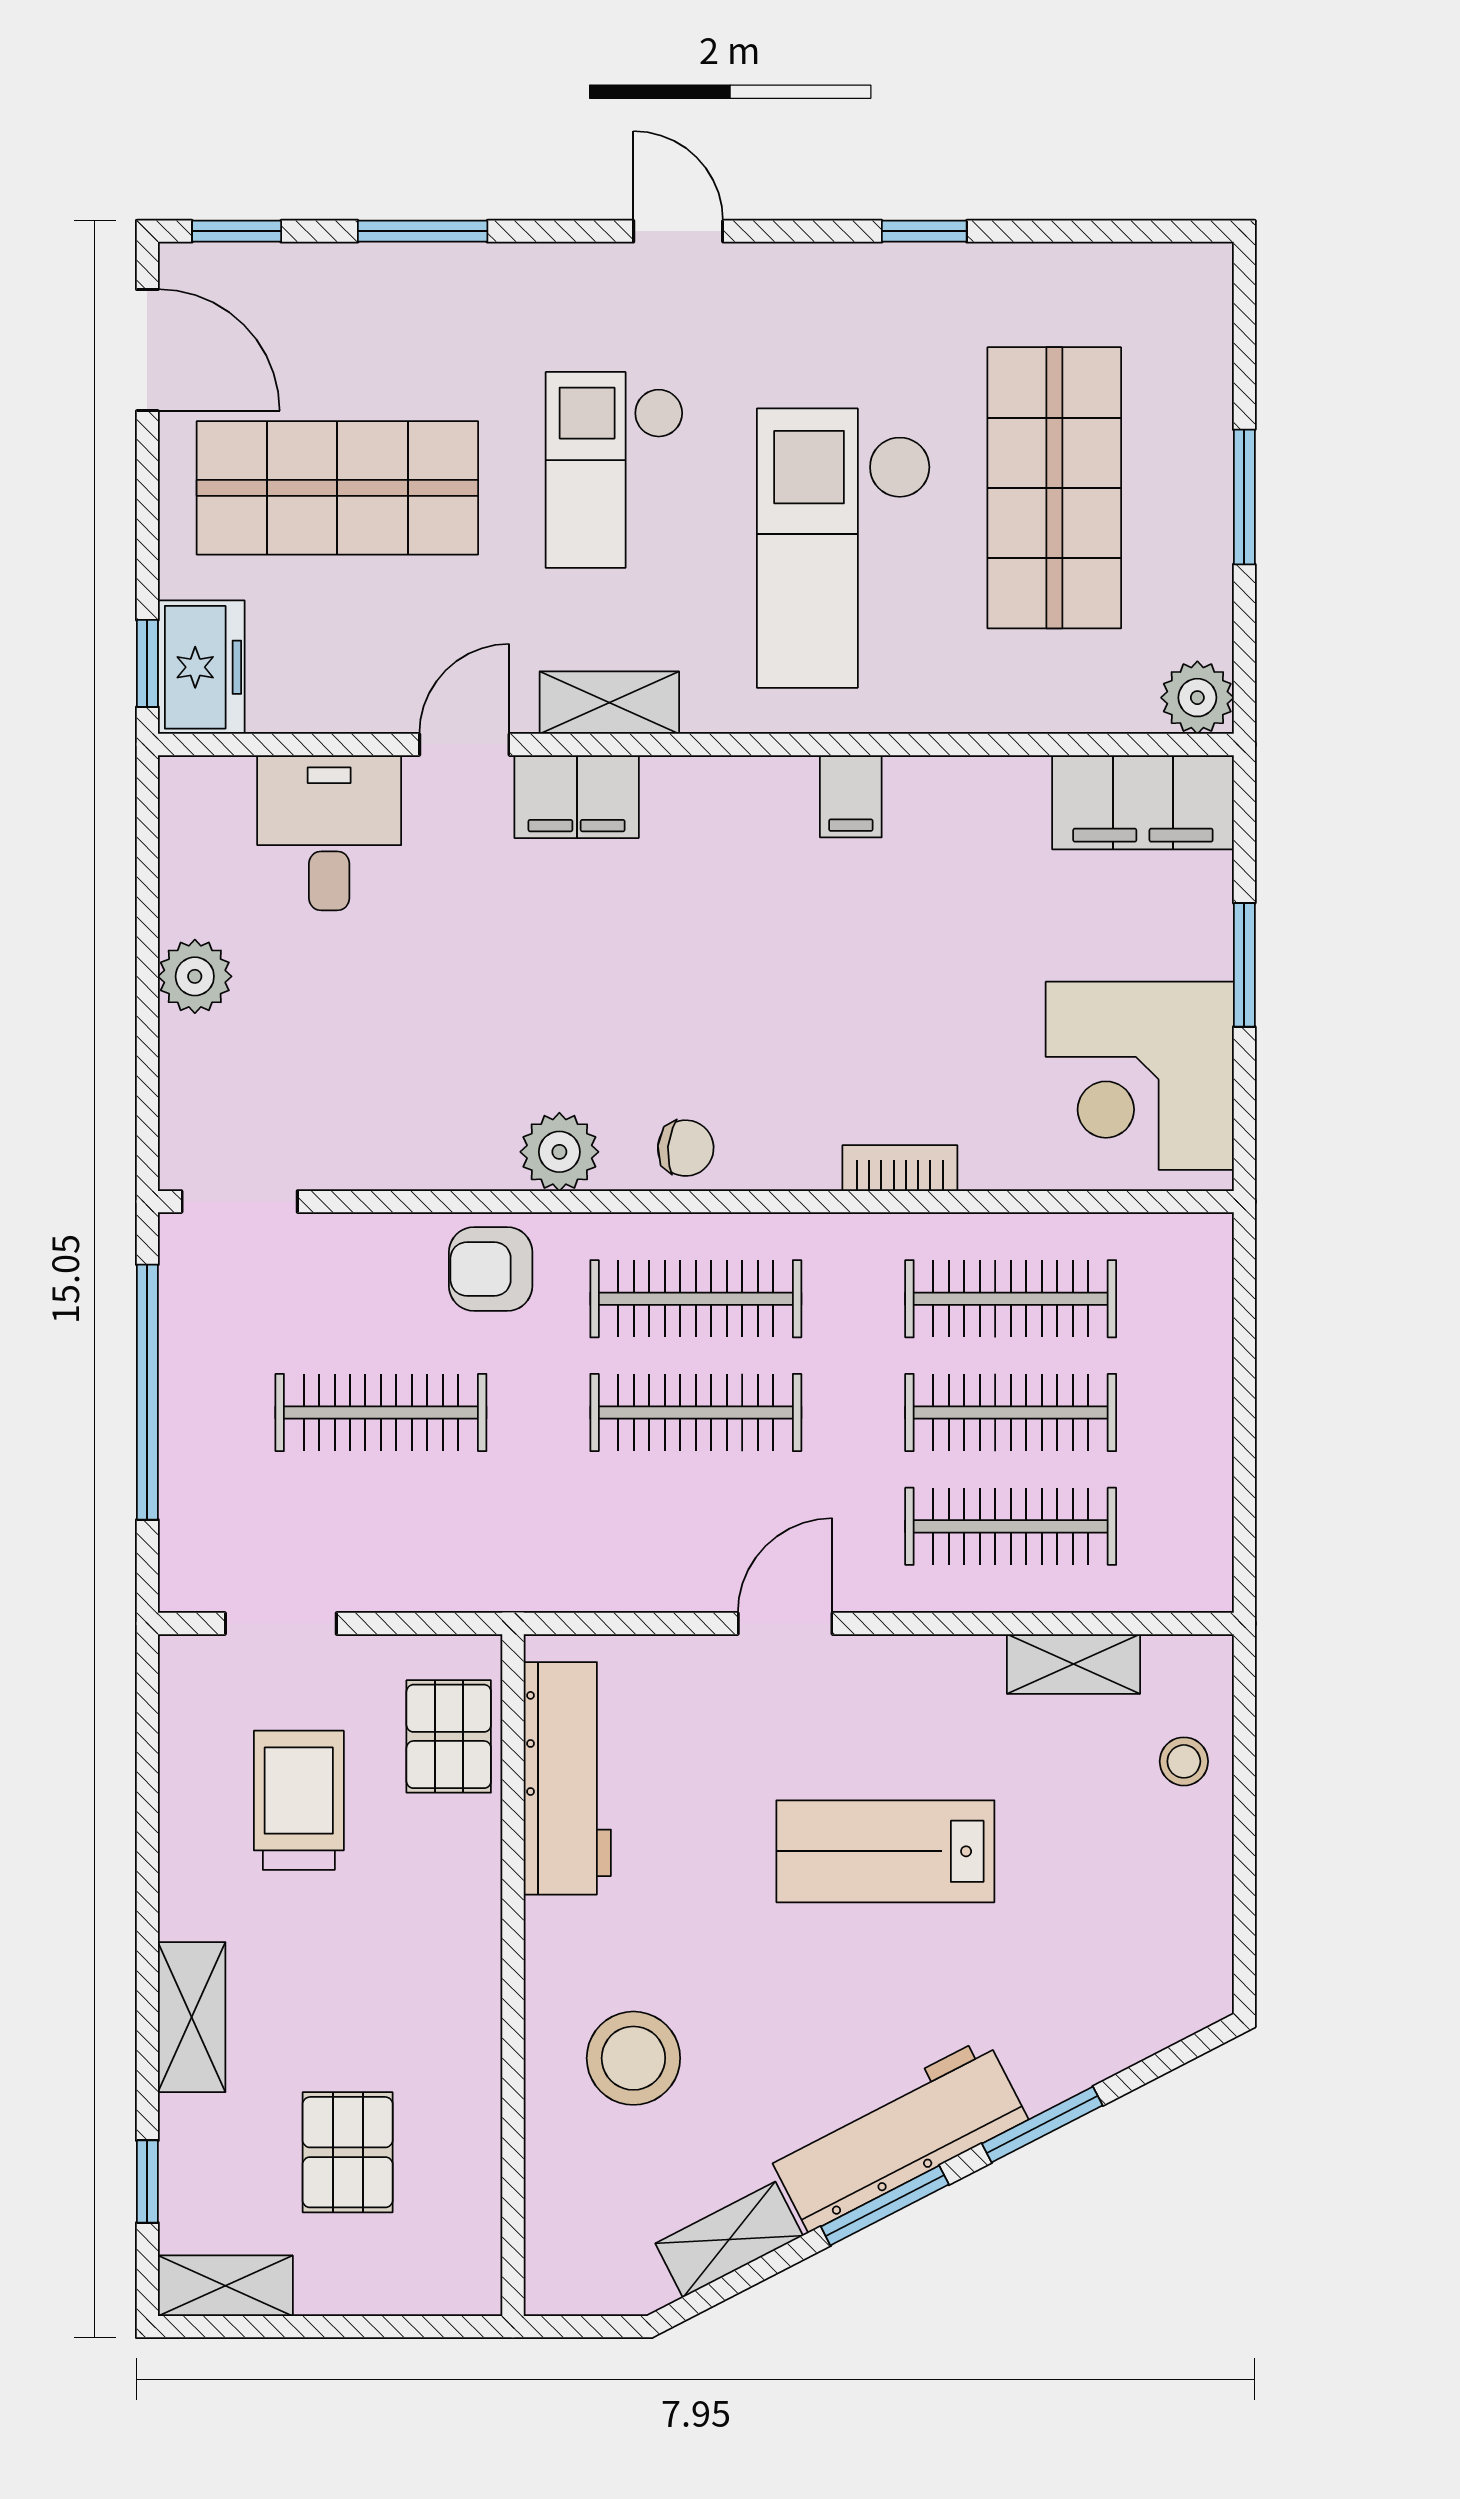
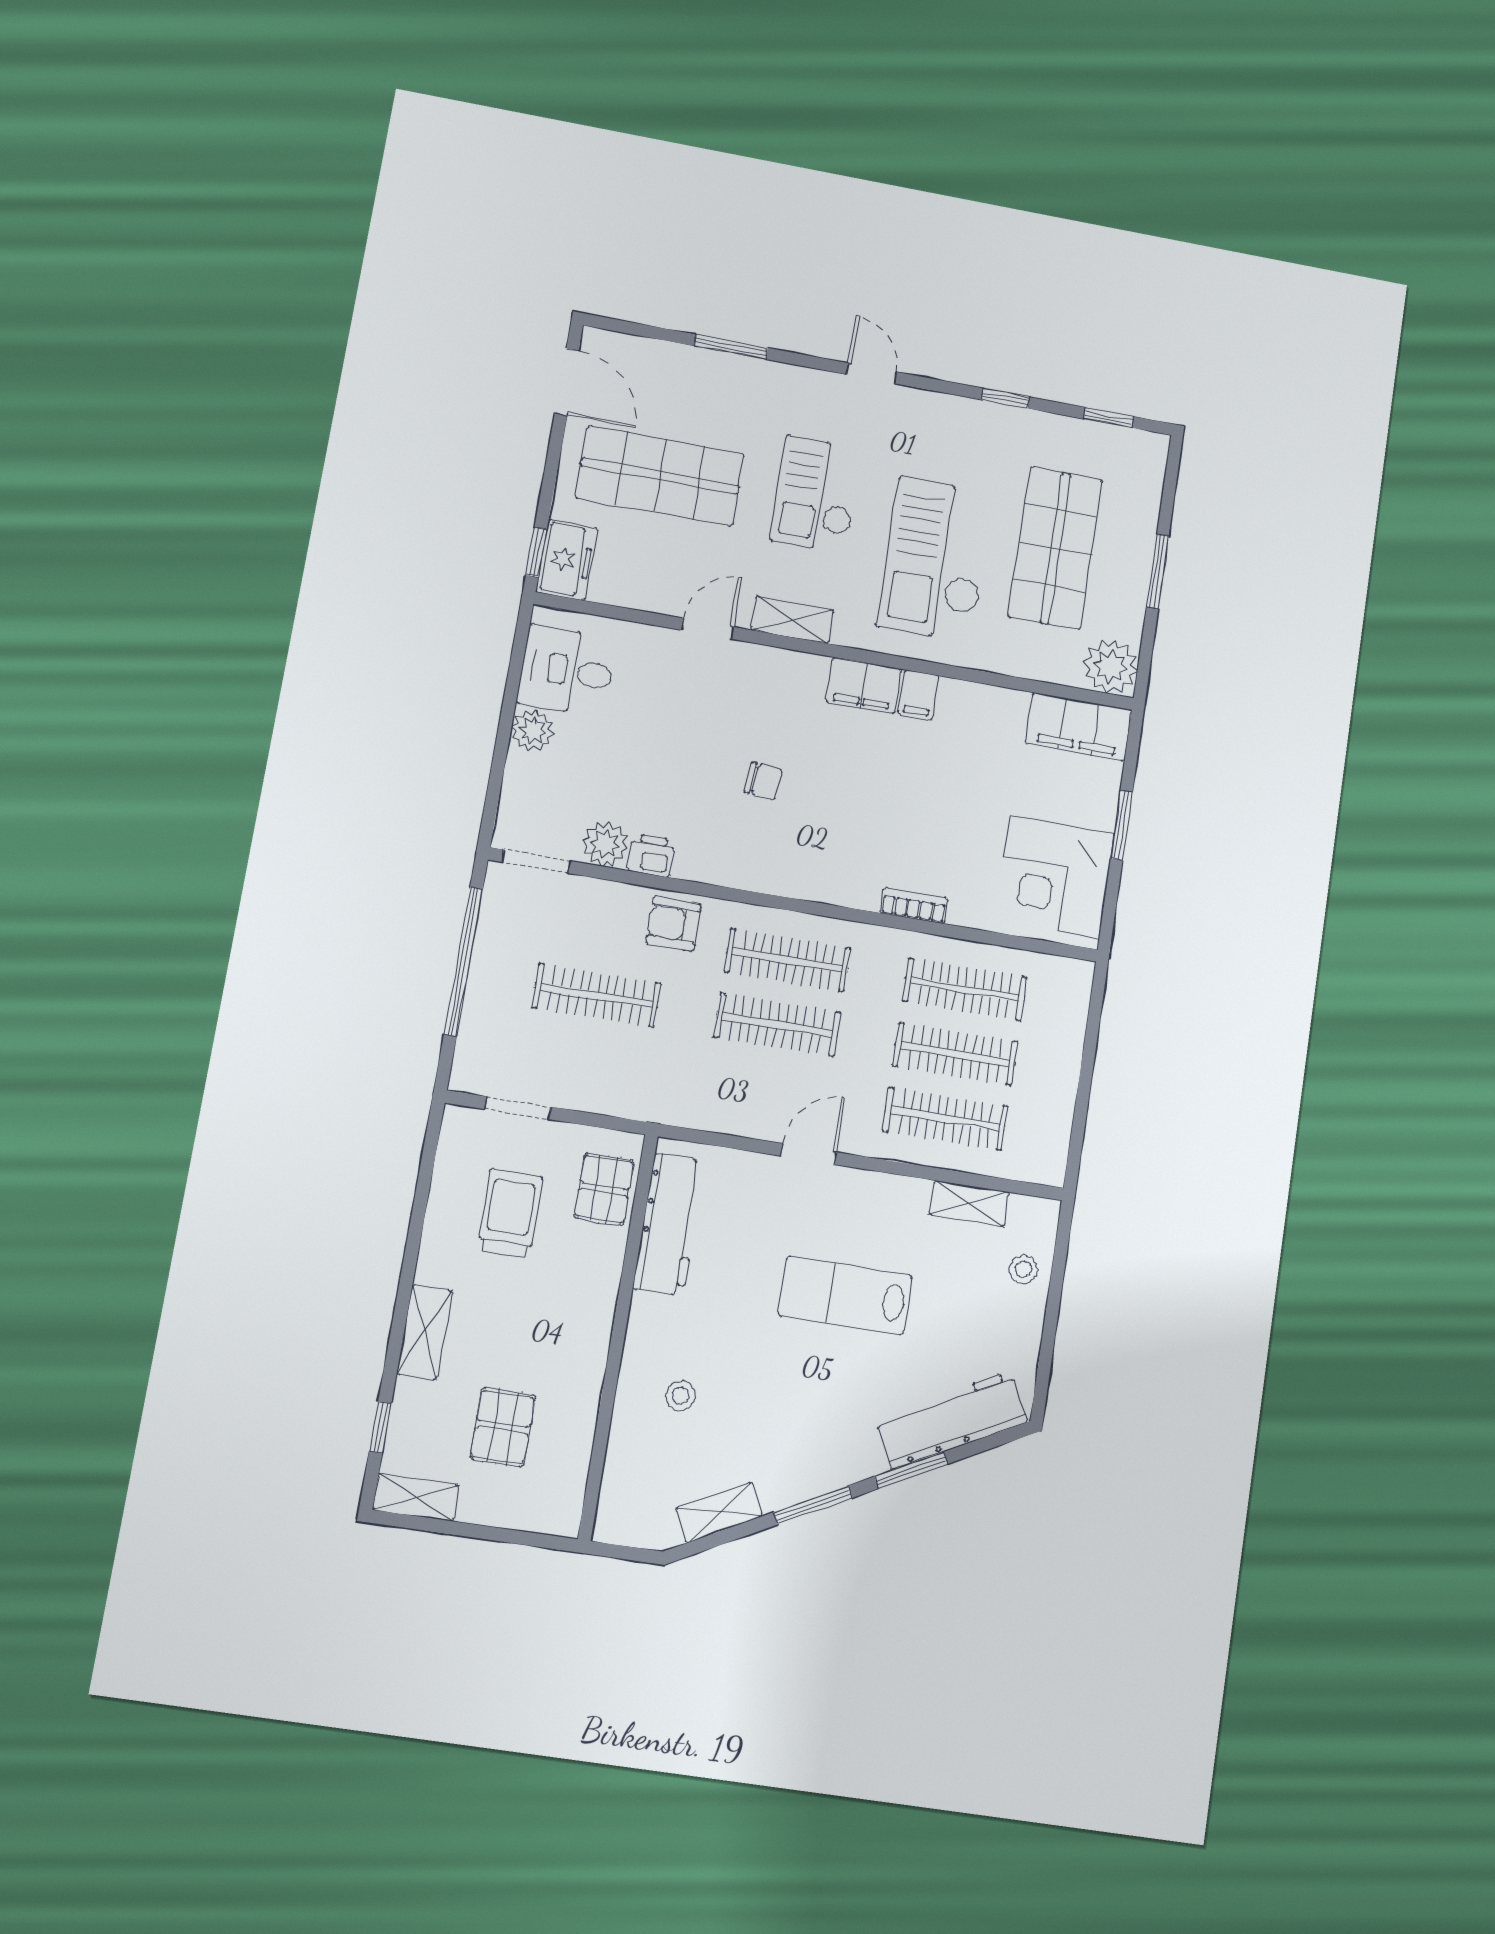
window: (237, 231) -> (1109, 418), moved
plant: (1197, 698) -> (1111, 666), width x1.36, depth x1.36
filing cabinet: (577, 797) -> (864, 685), moved
desk: (329, 833) -> (567, 671), moved, turned -90
chair: (686, 1148) -> (763, 781), moved
plant: (559, 1152) -> (605, 844), moved
printer: (433, 1158) -> (651, 855), added
stool: (633, 2058) -> (680, 1396), width x0.53, depth x0.53
workbench: (897, 2135) -> (952, 1420), moved

